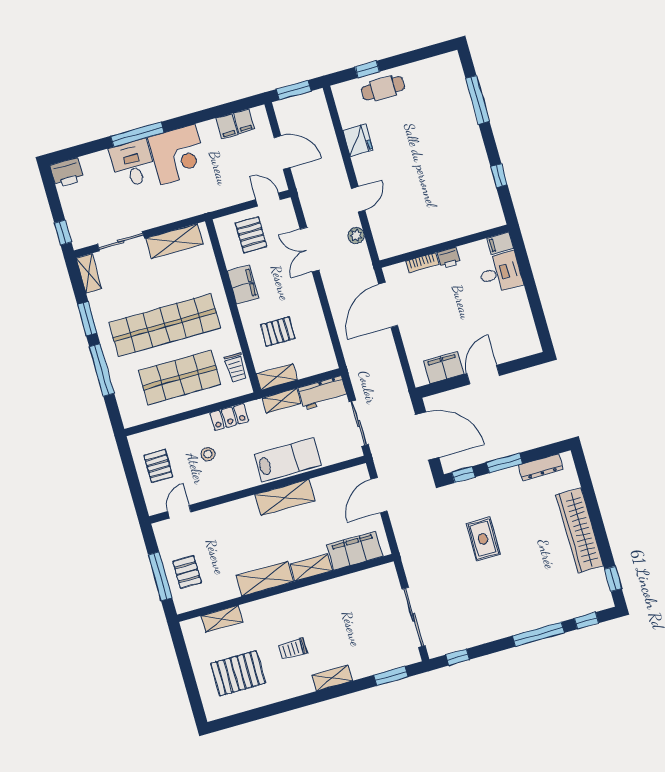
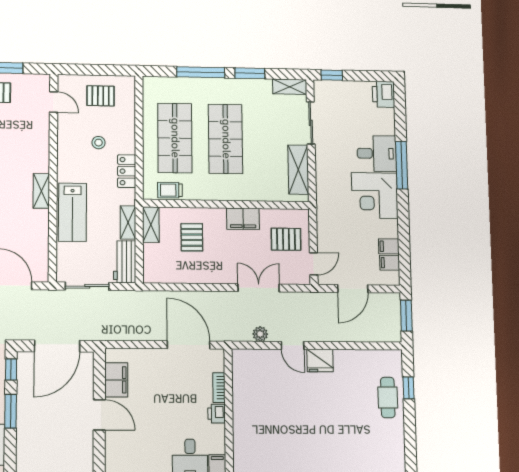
fridge: (358, 140) -> (320, 361), moved
shop shelf: (165, 325) -> (226, 139), width x0.71
shelving: (285, 497) -> (41, 191), width x0.67, depth x0.75

